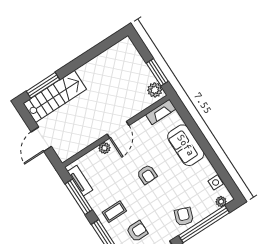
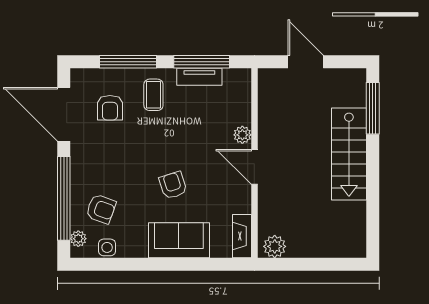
window: (157, 72) -> (295, 264), removed
stairs: (55, 96) -> (349, 154), moved
armchair: (147, 174) -> (173, 185), moved, turned 73
tv unit: (80, 181) -> (199, 77), moved
armchair: (184, 217) -> (101, 209), moved

